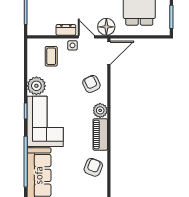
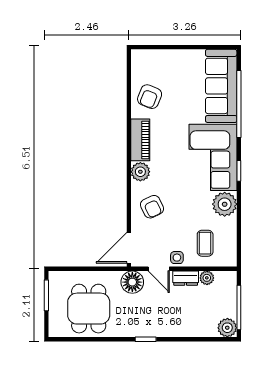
plant: (50, 30) -> (207, 278), added

